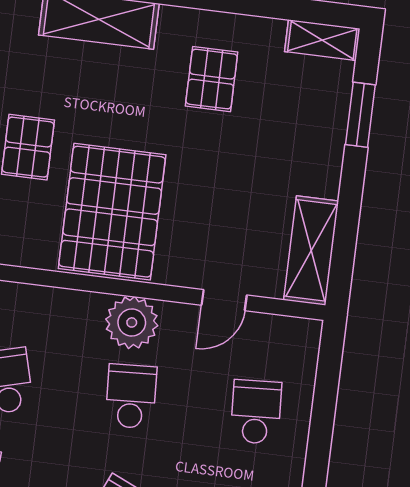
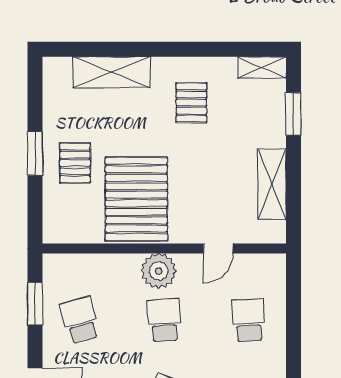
shelving: (311, 250) -> (272, 184), moved

